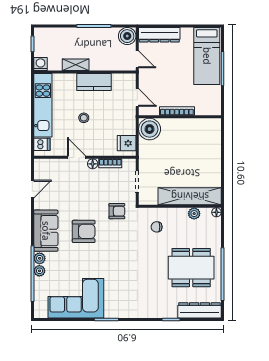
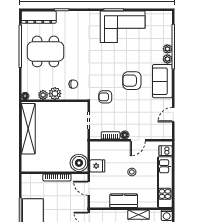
fridge: (127, 143) -> (97, 166), moved
door: (77, 157) -> (138, 140), hinge flipped
shelving: (190, 196) -> (28, 129), moved, turned 90
plant: (179, 215) -> (55, 94), added
corner sofa: (76, 298) -> (123, 27), moved

